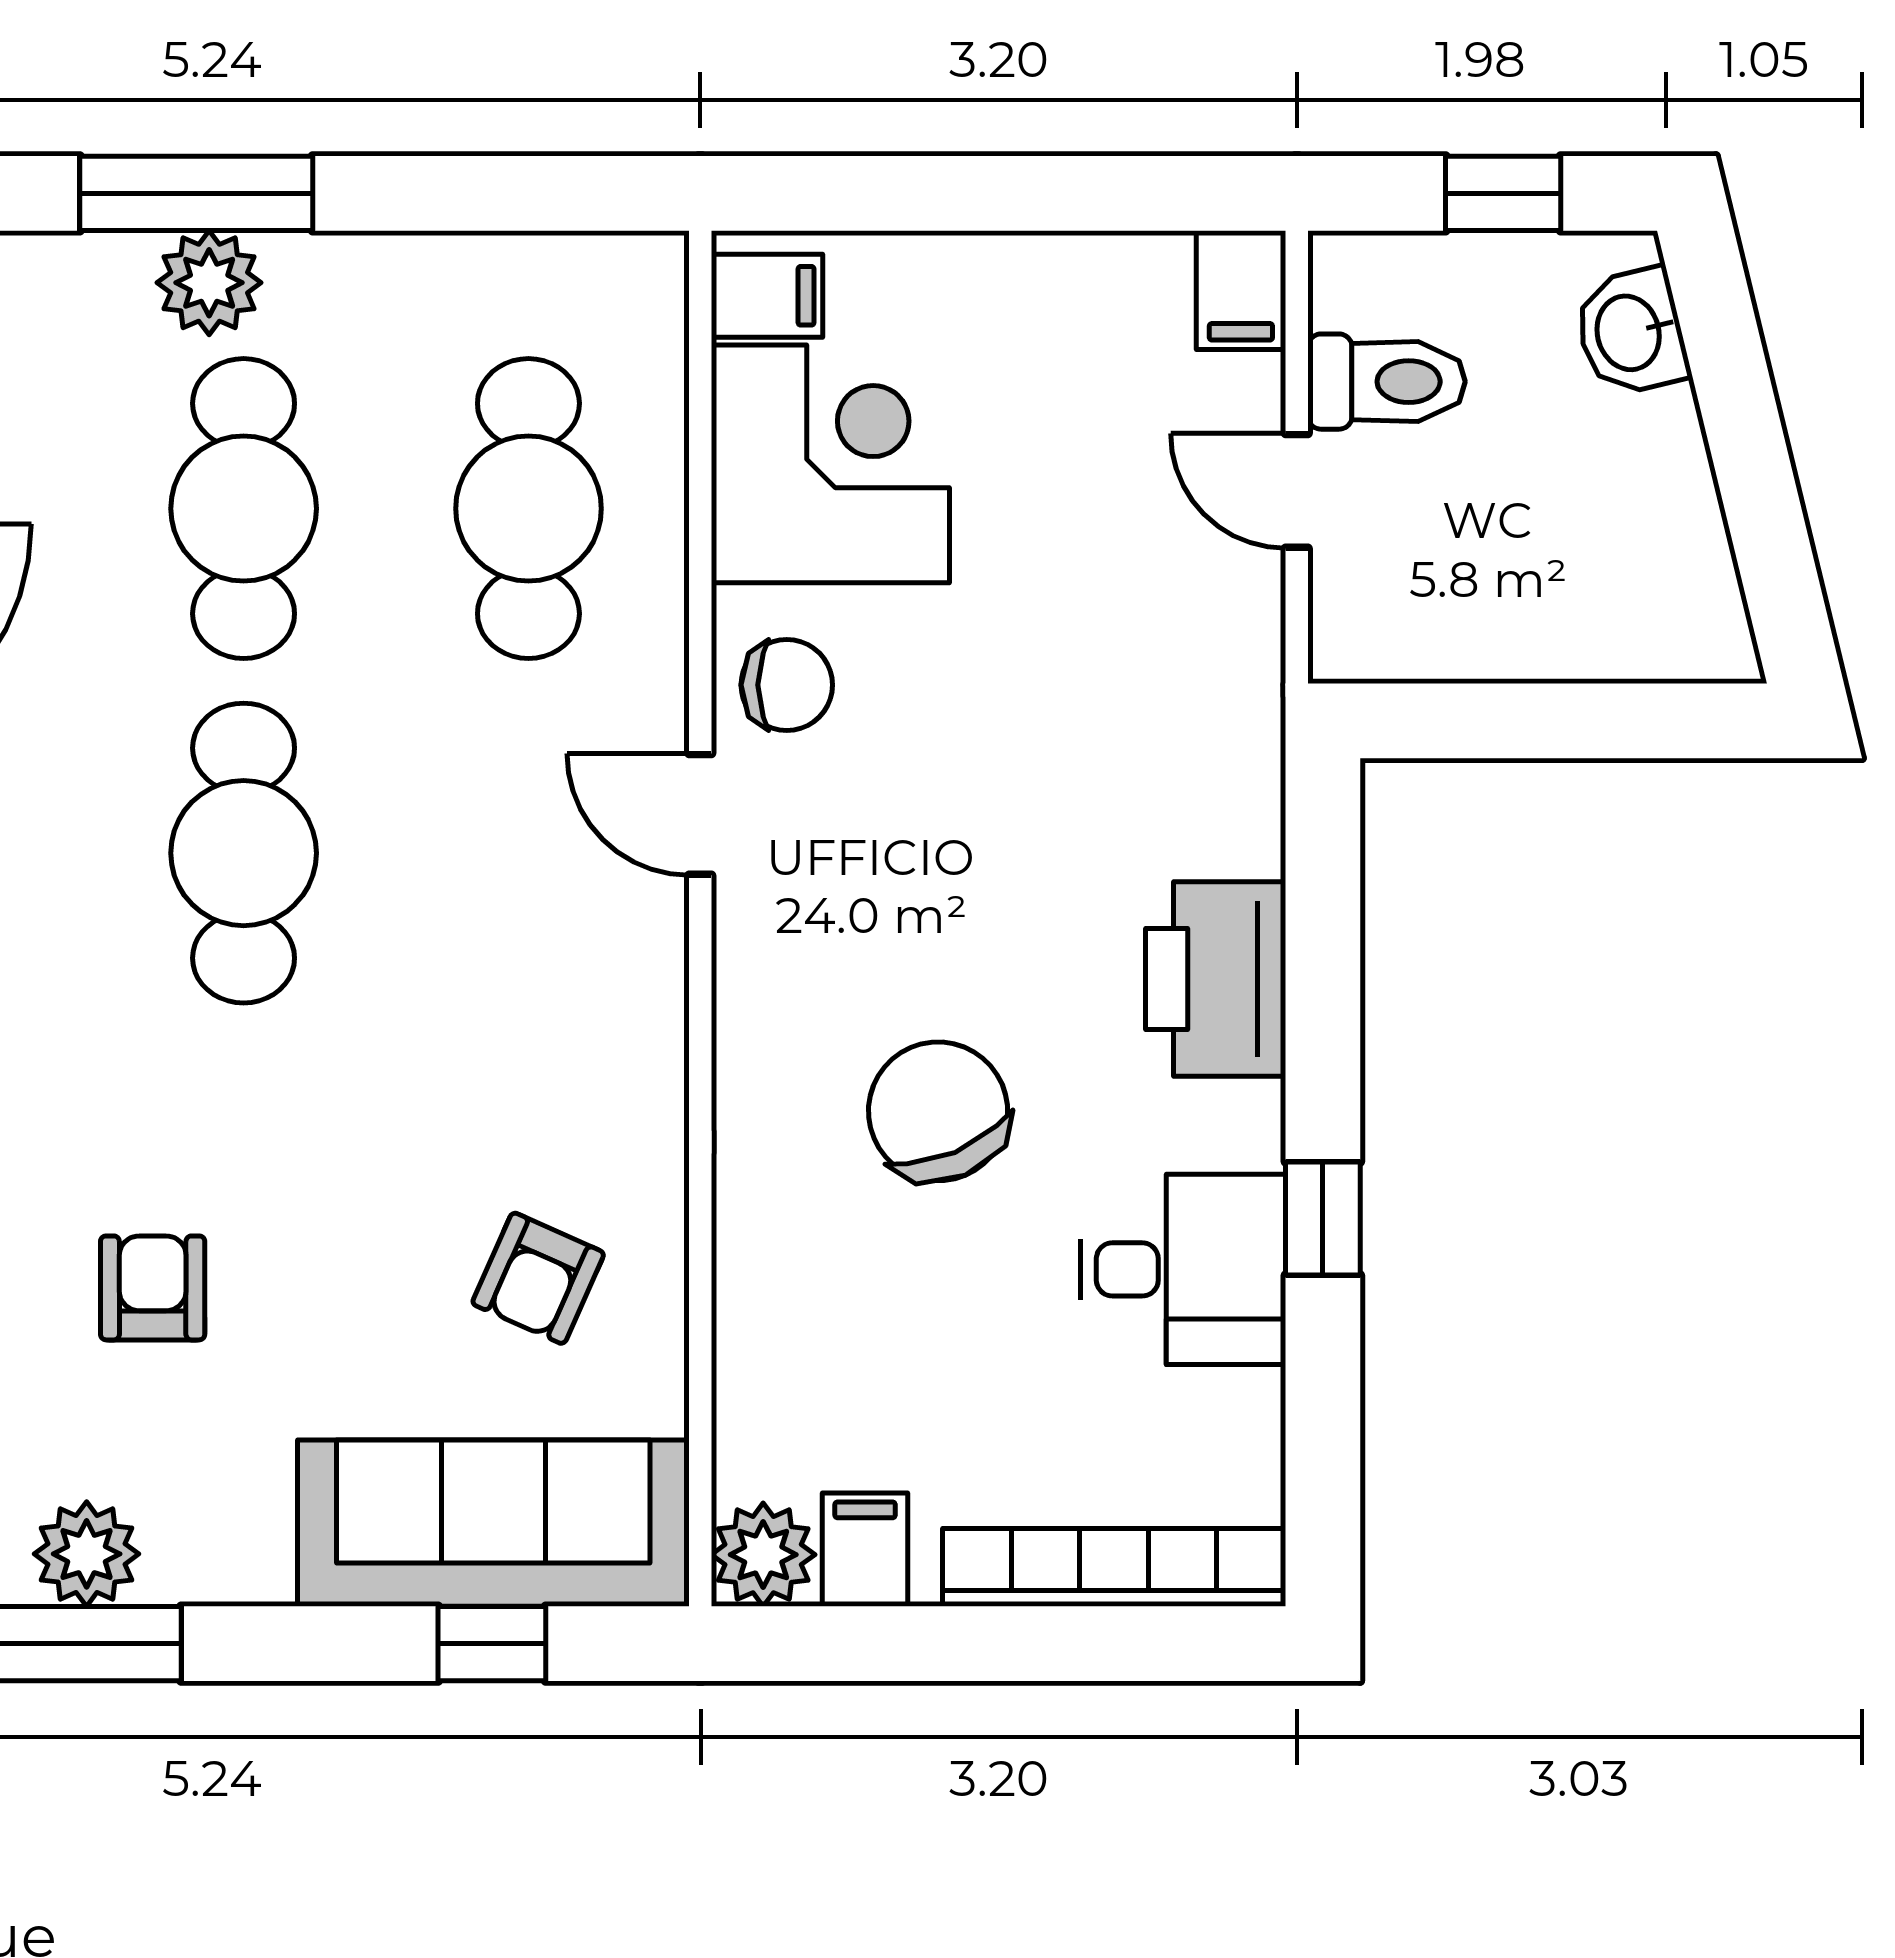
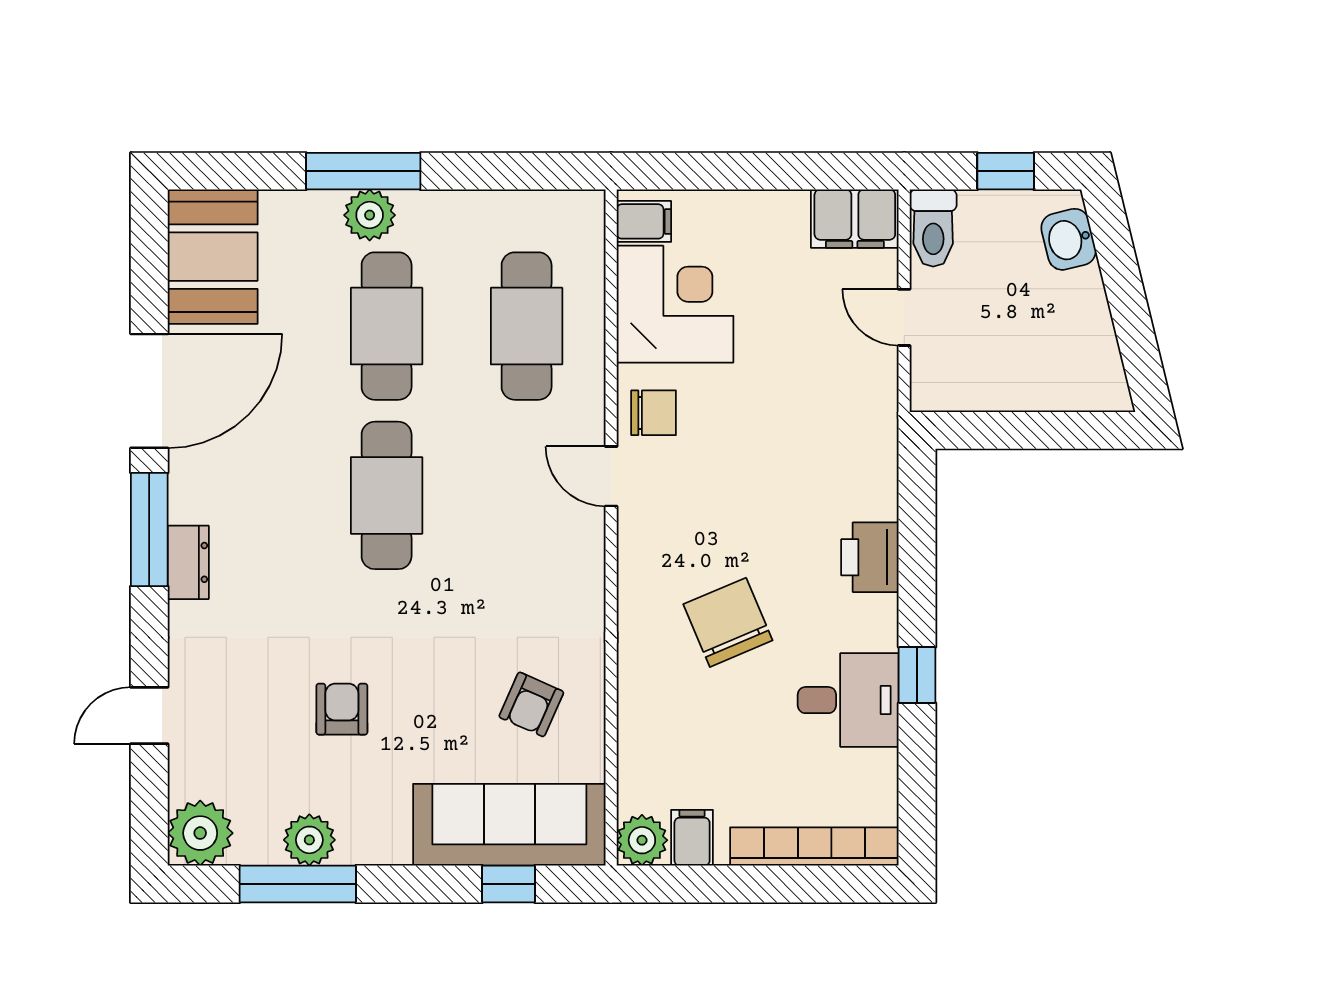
filing cabinet: (1241, 290) -> (855, 219), width x2.00
toilet: (1387, 382) -> (933, 228), moved, turned 90
printer: (1216, 979) -> (870, 557), width x0.73, depth x0.84

